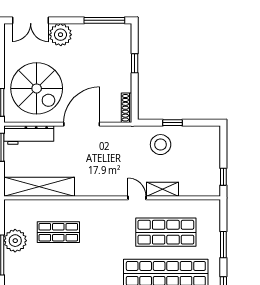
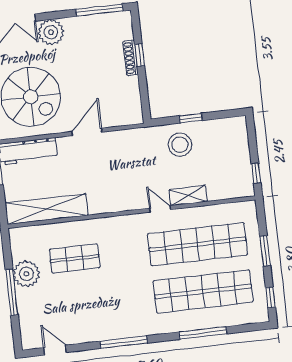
shoe rack: (127, 108) -> (130, 58), moved
door: (82, 124) -> (87, 132), width x0.73
shop shelf: (166, 232) -> (198, 244), width x1.40

